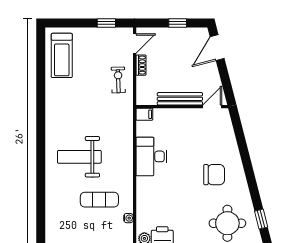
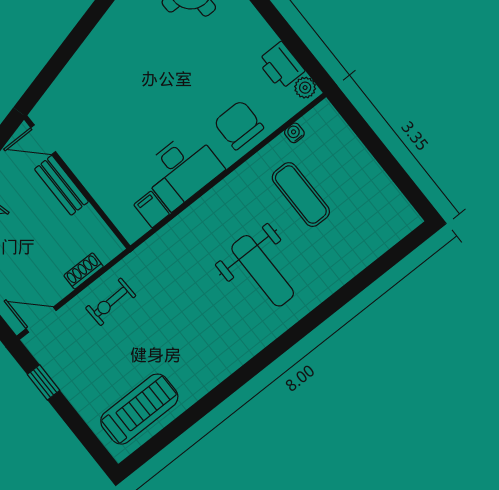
shoe rack: (141, 65) -> (84, 271), moved
bench: (180, 99) -> (62, 185), width x0.73
filing cabinet: (144, 114) -> (152, 209), moved
chair: (214, 175) -> (239, 125), moved

